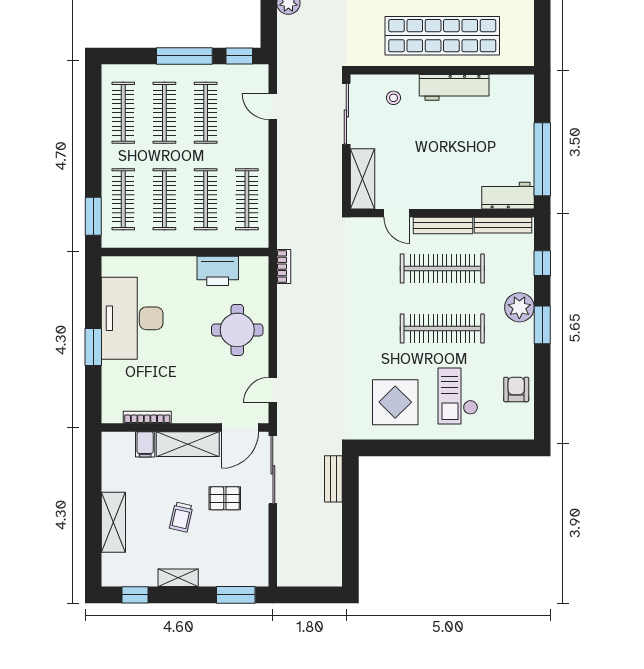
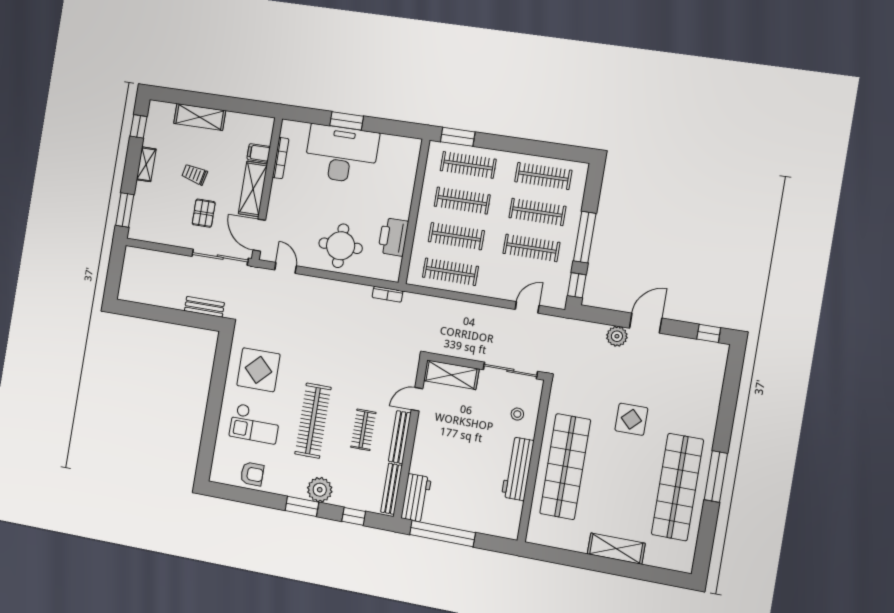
clothes rail: (442, 268) -> (363, 430), width x0.54, depth x0.76
desk: (132, 318) -> (341, 154), moved
checkout: (458, 396) -> (255, 424), turned 180

